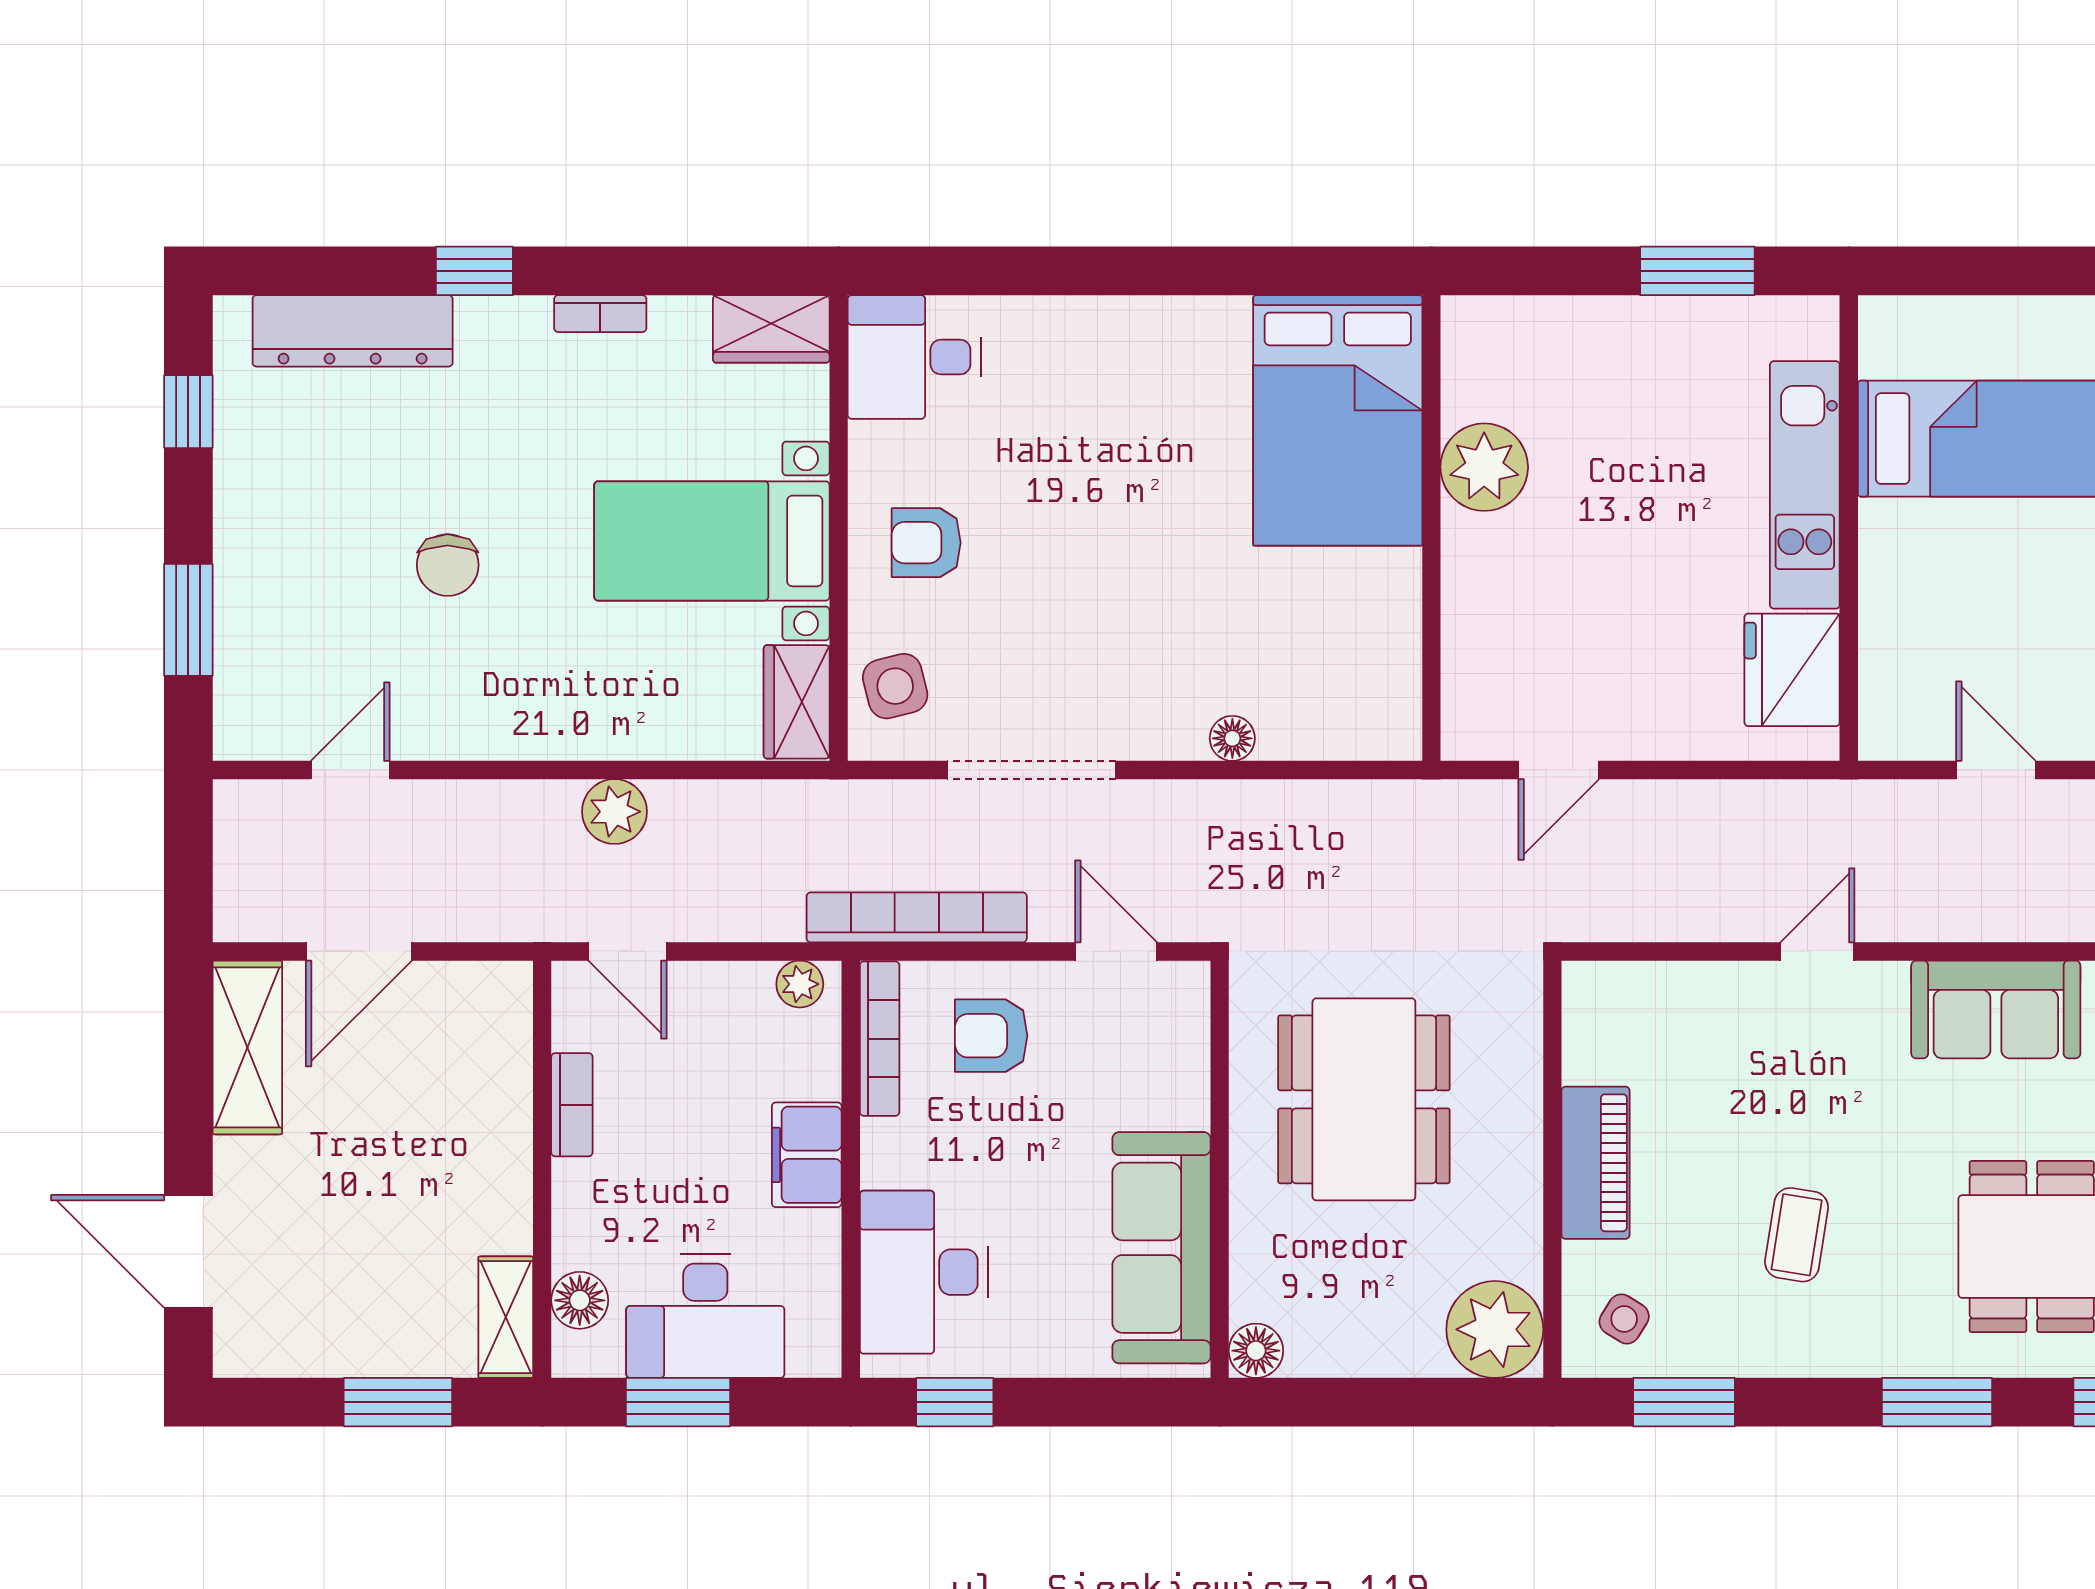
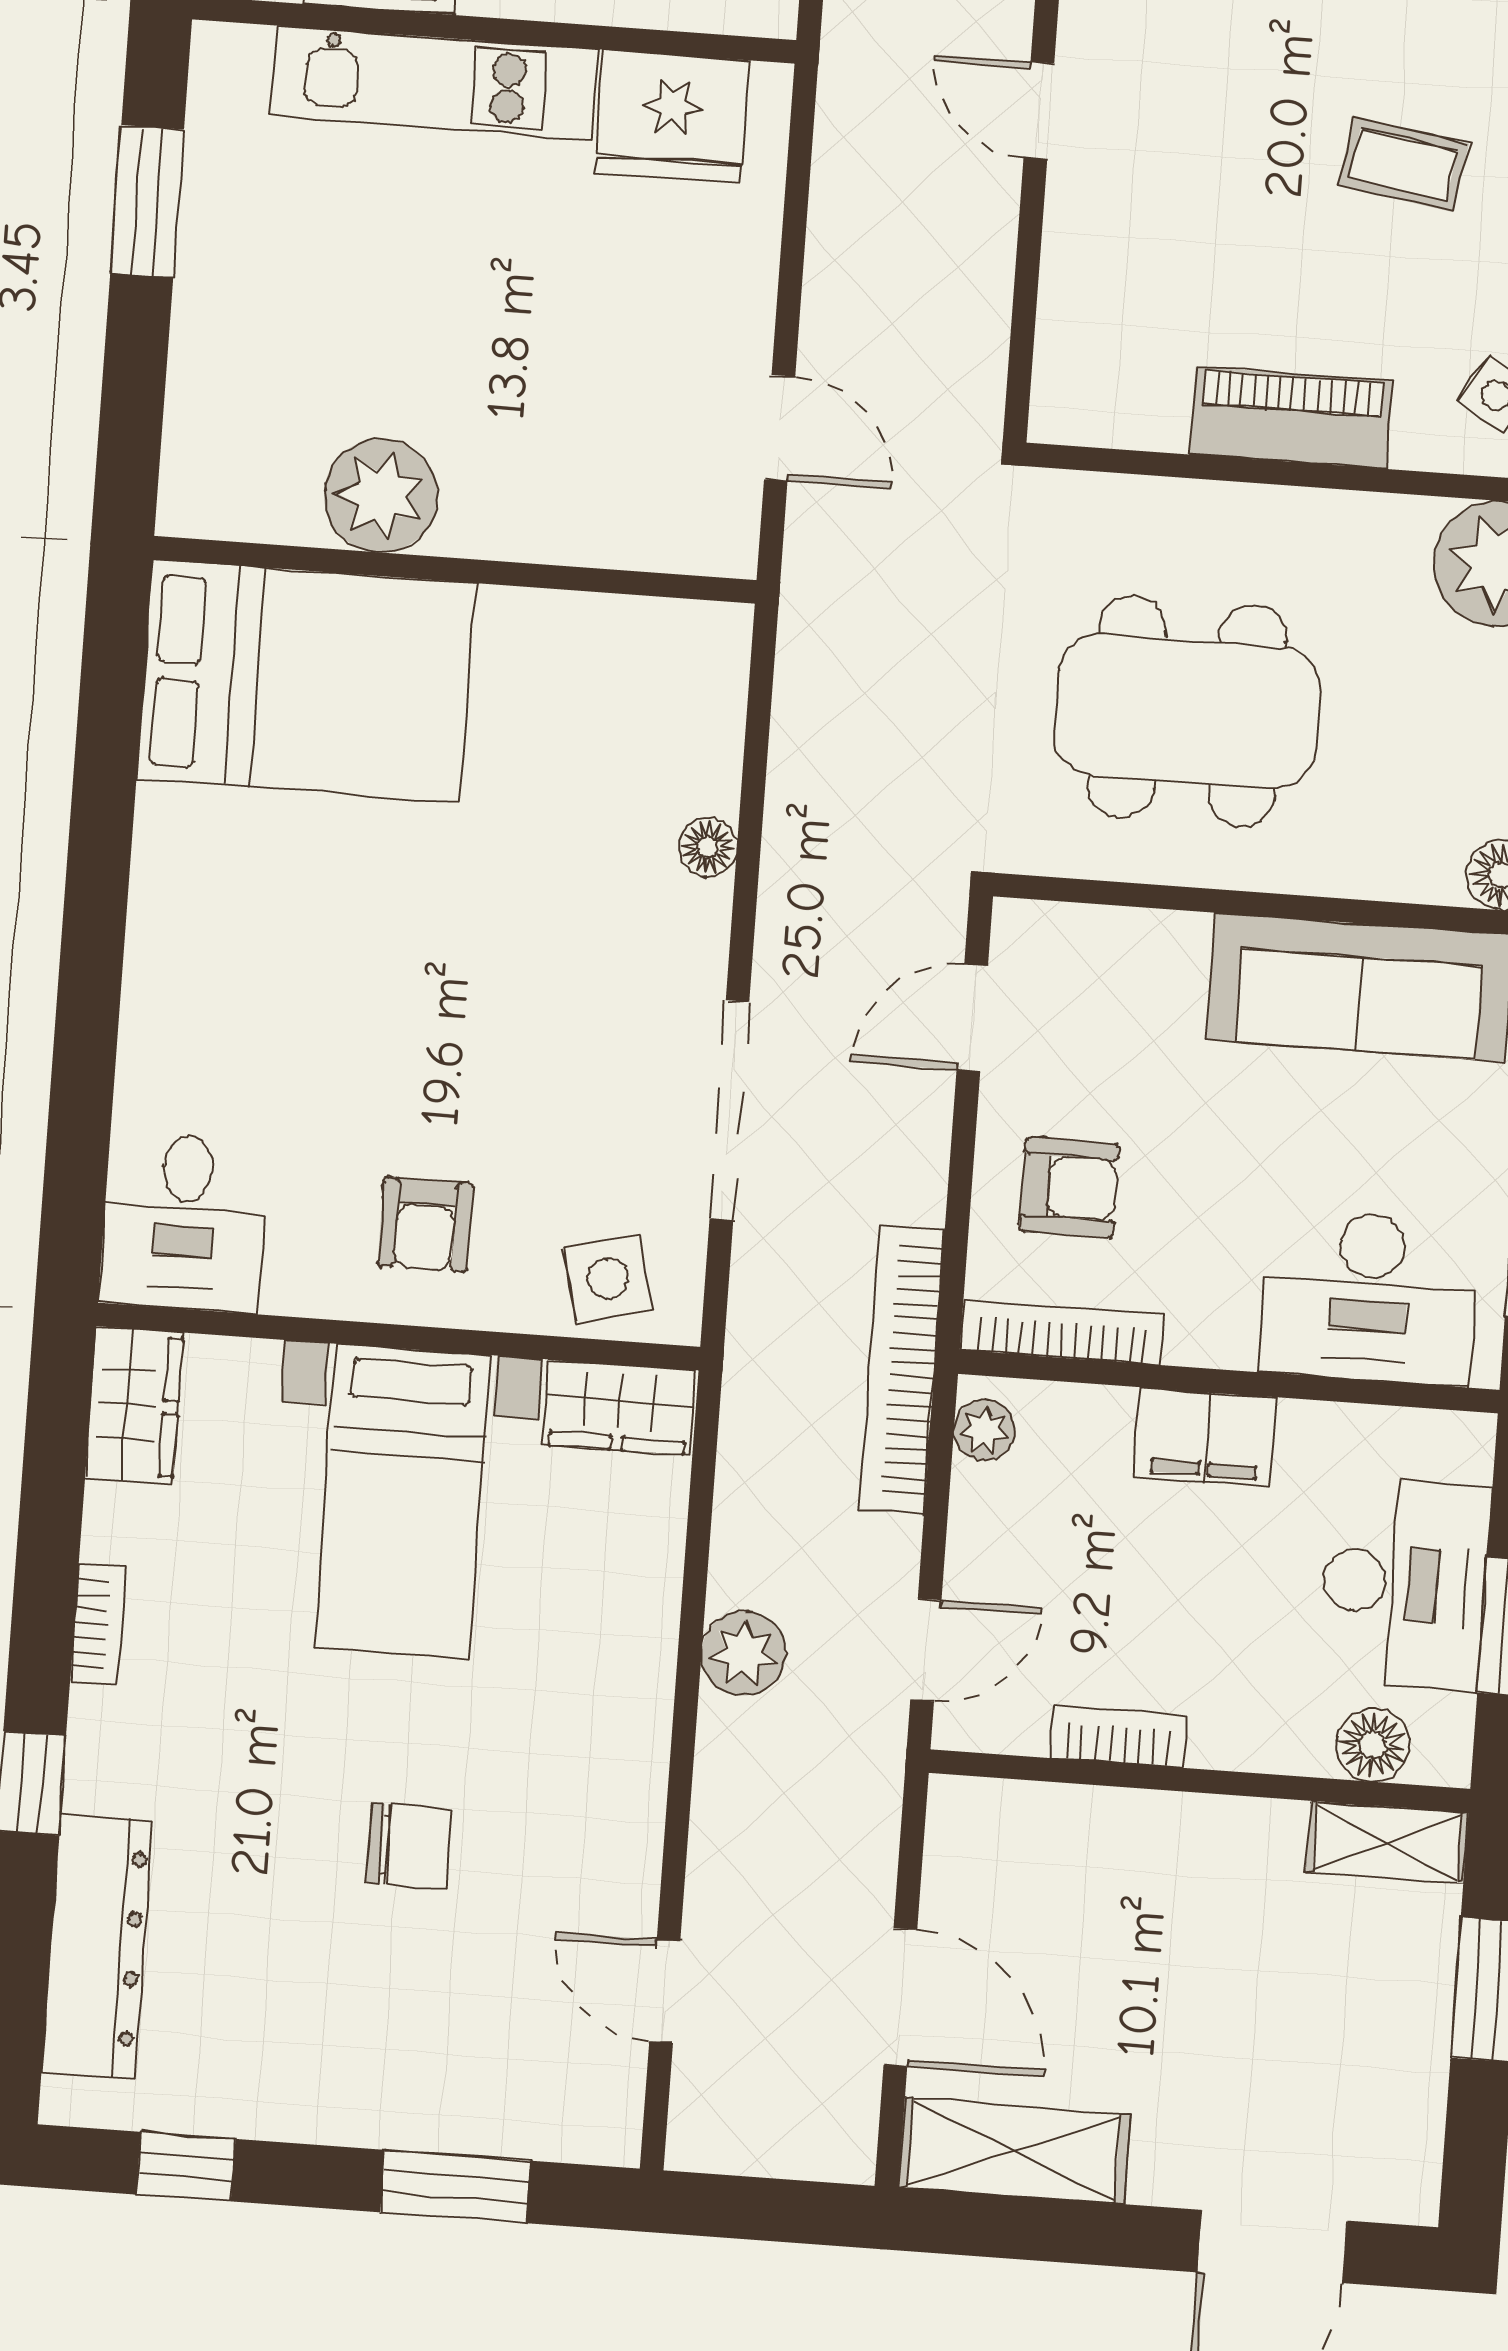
bookcase: (917, 917) -> (902, 1369), moved
armchair: (991, 1036) -> (1069, 1187), turned -90

